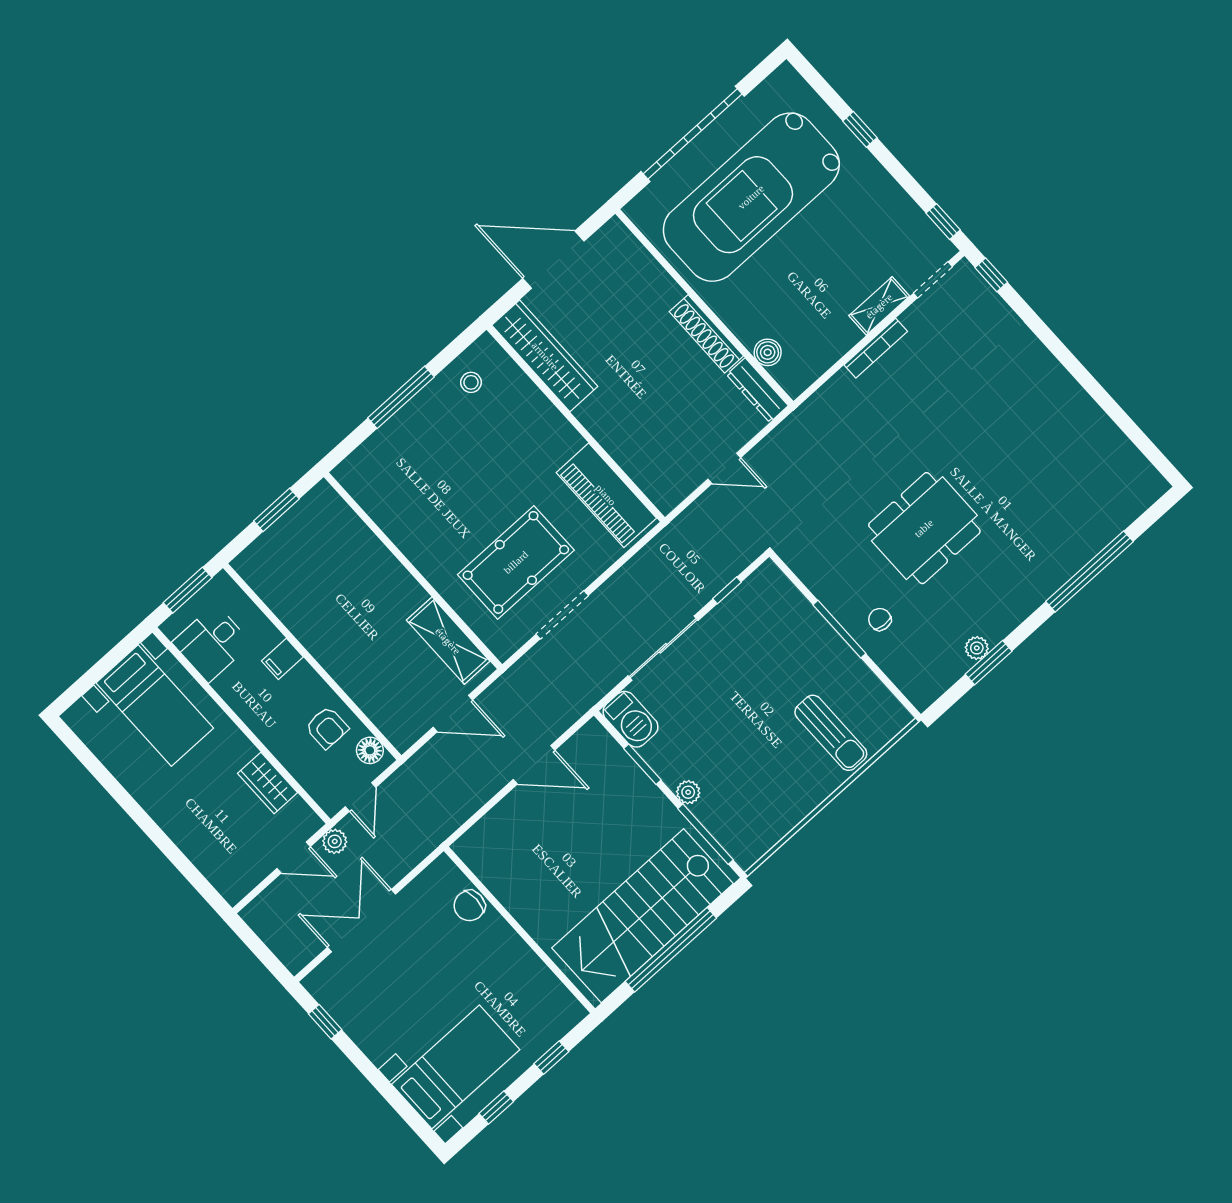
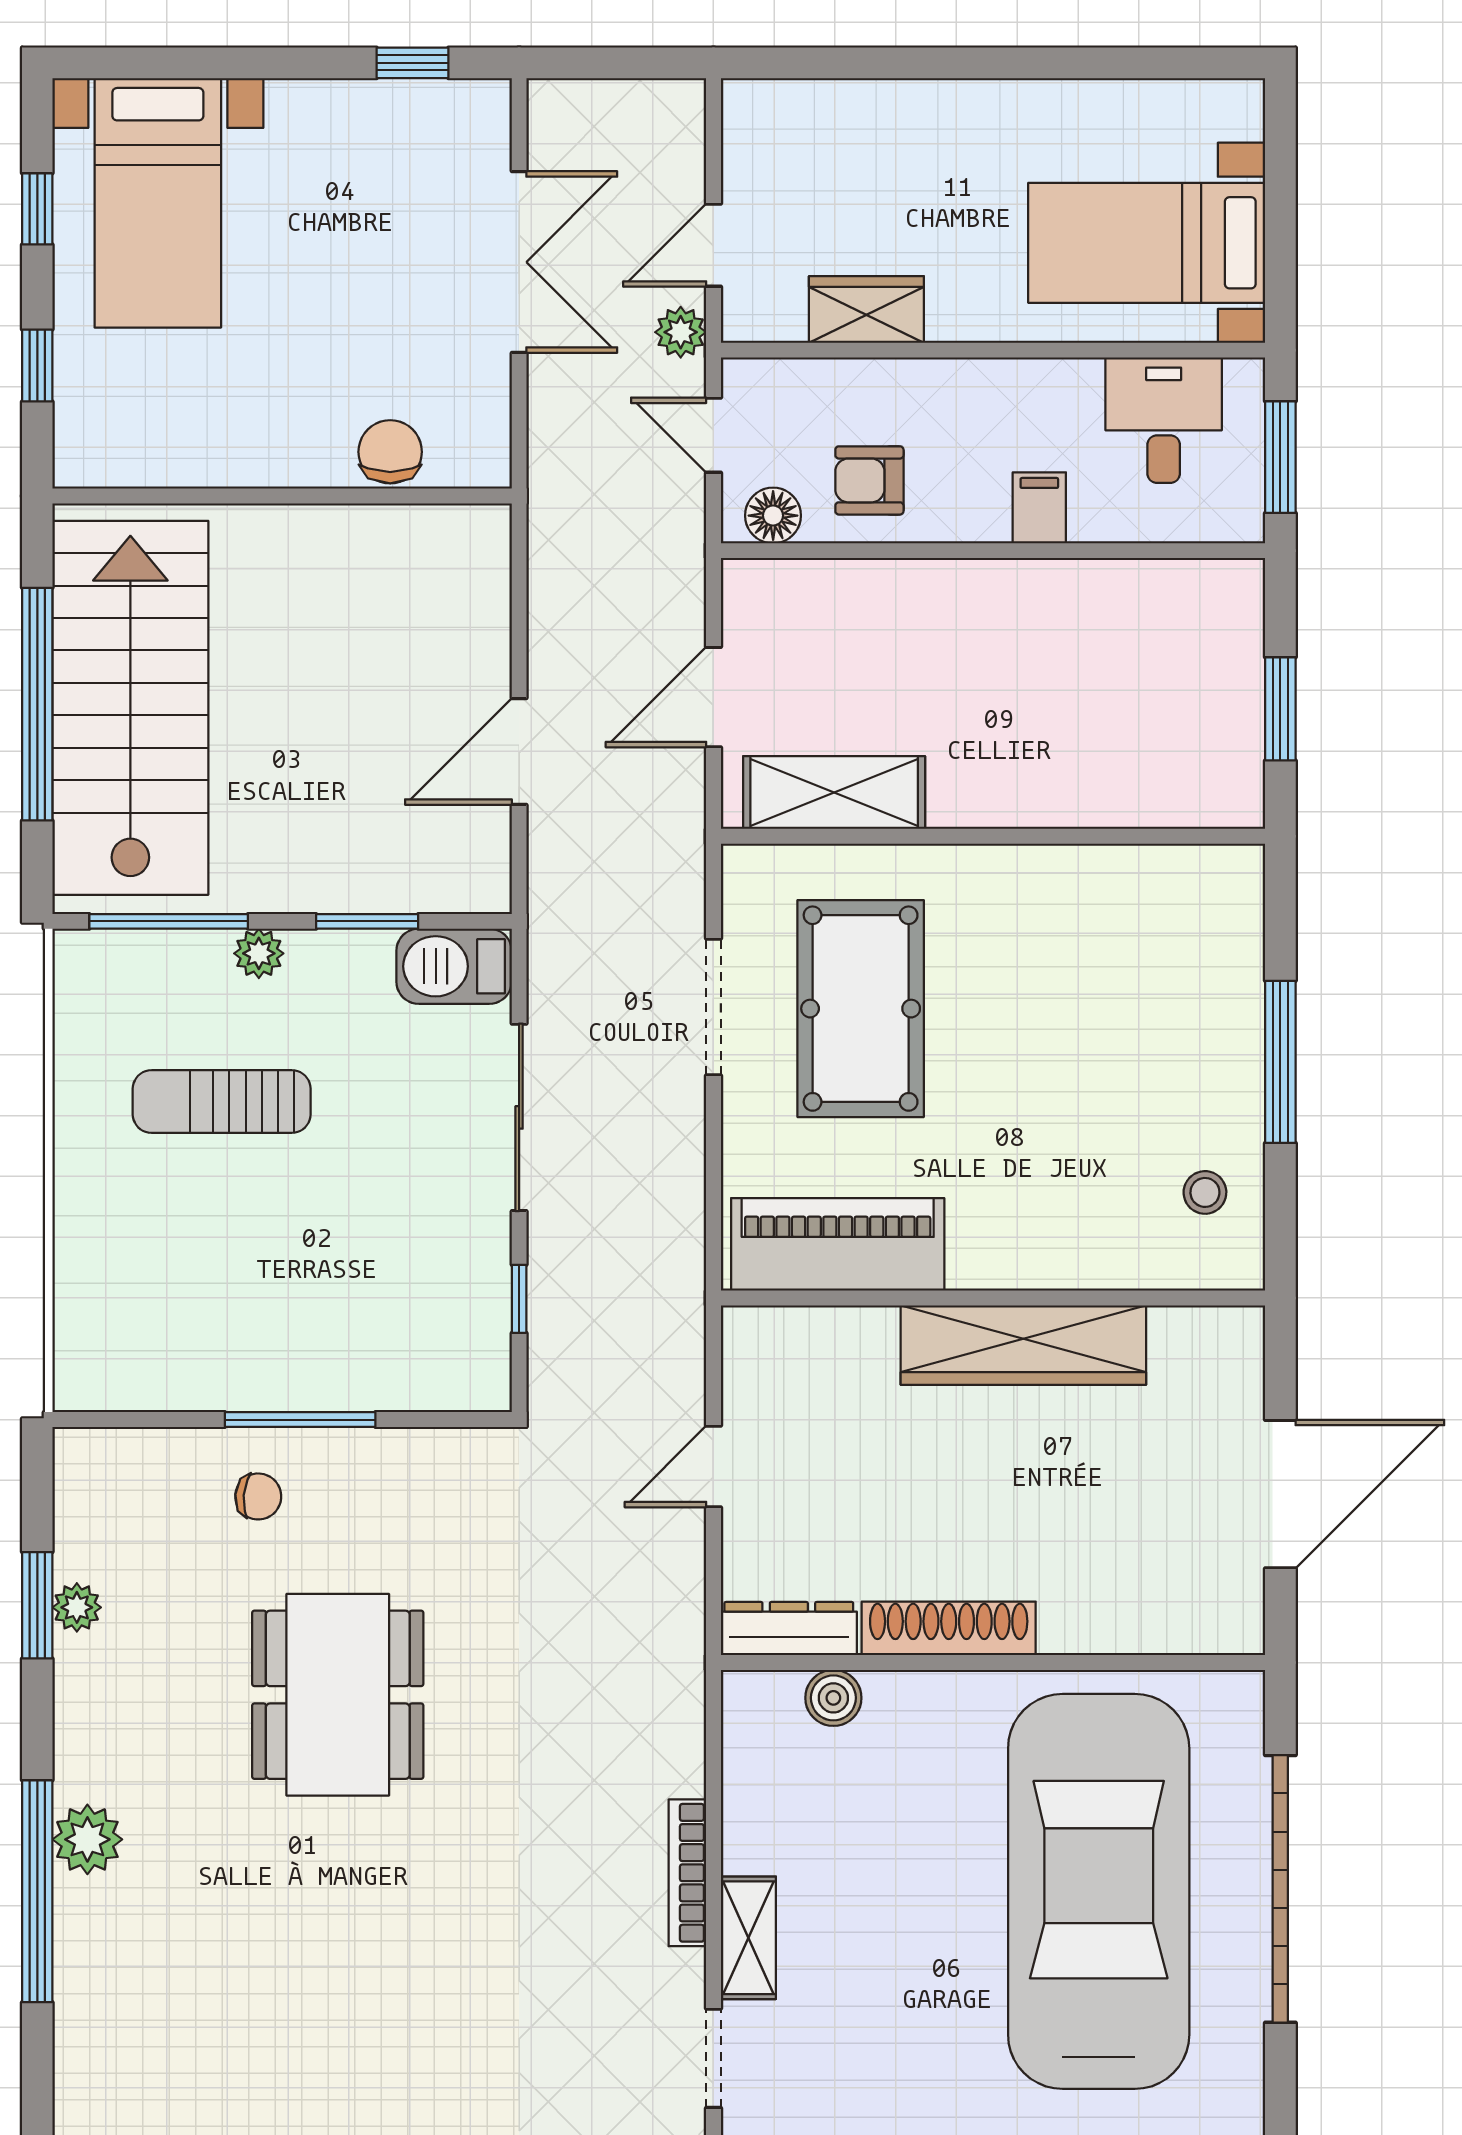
wardrobe: (545, 356) -> (1023, 1345), moved
plant: (1055, 570) -> (87, 1839), added
sun lounger: (831, 733) -> (222, 1102), moved

